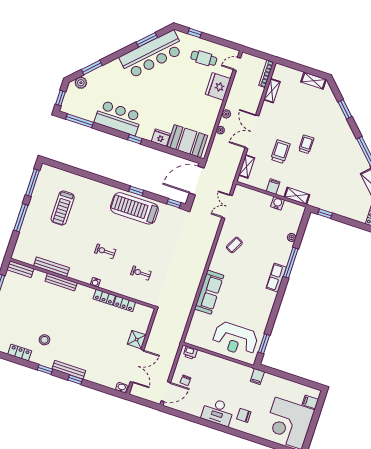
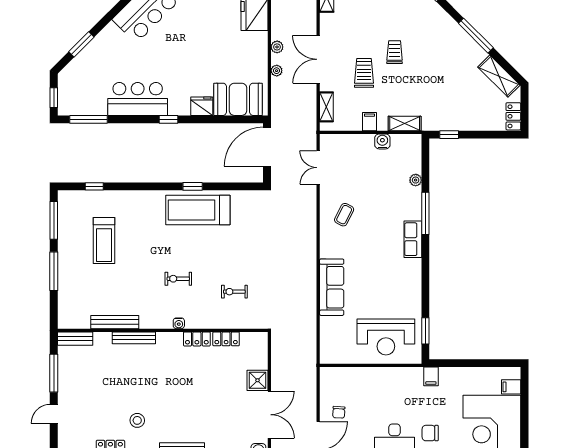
plant: (81, 83) -> (74, 69), removed
window: (174, 203) -> (94, 186), moved
printer: (190, 353) -> (333, 374), removed

